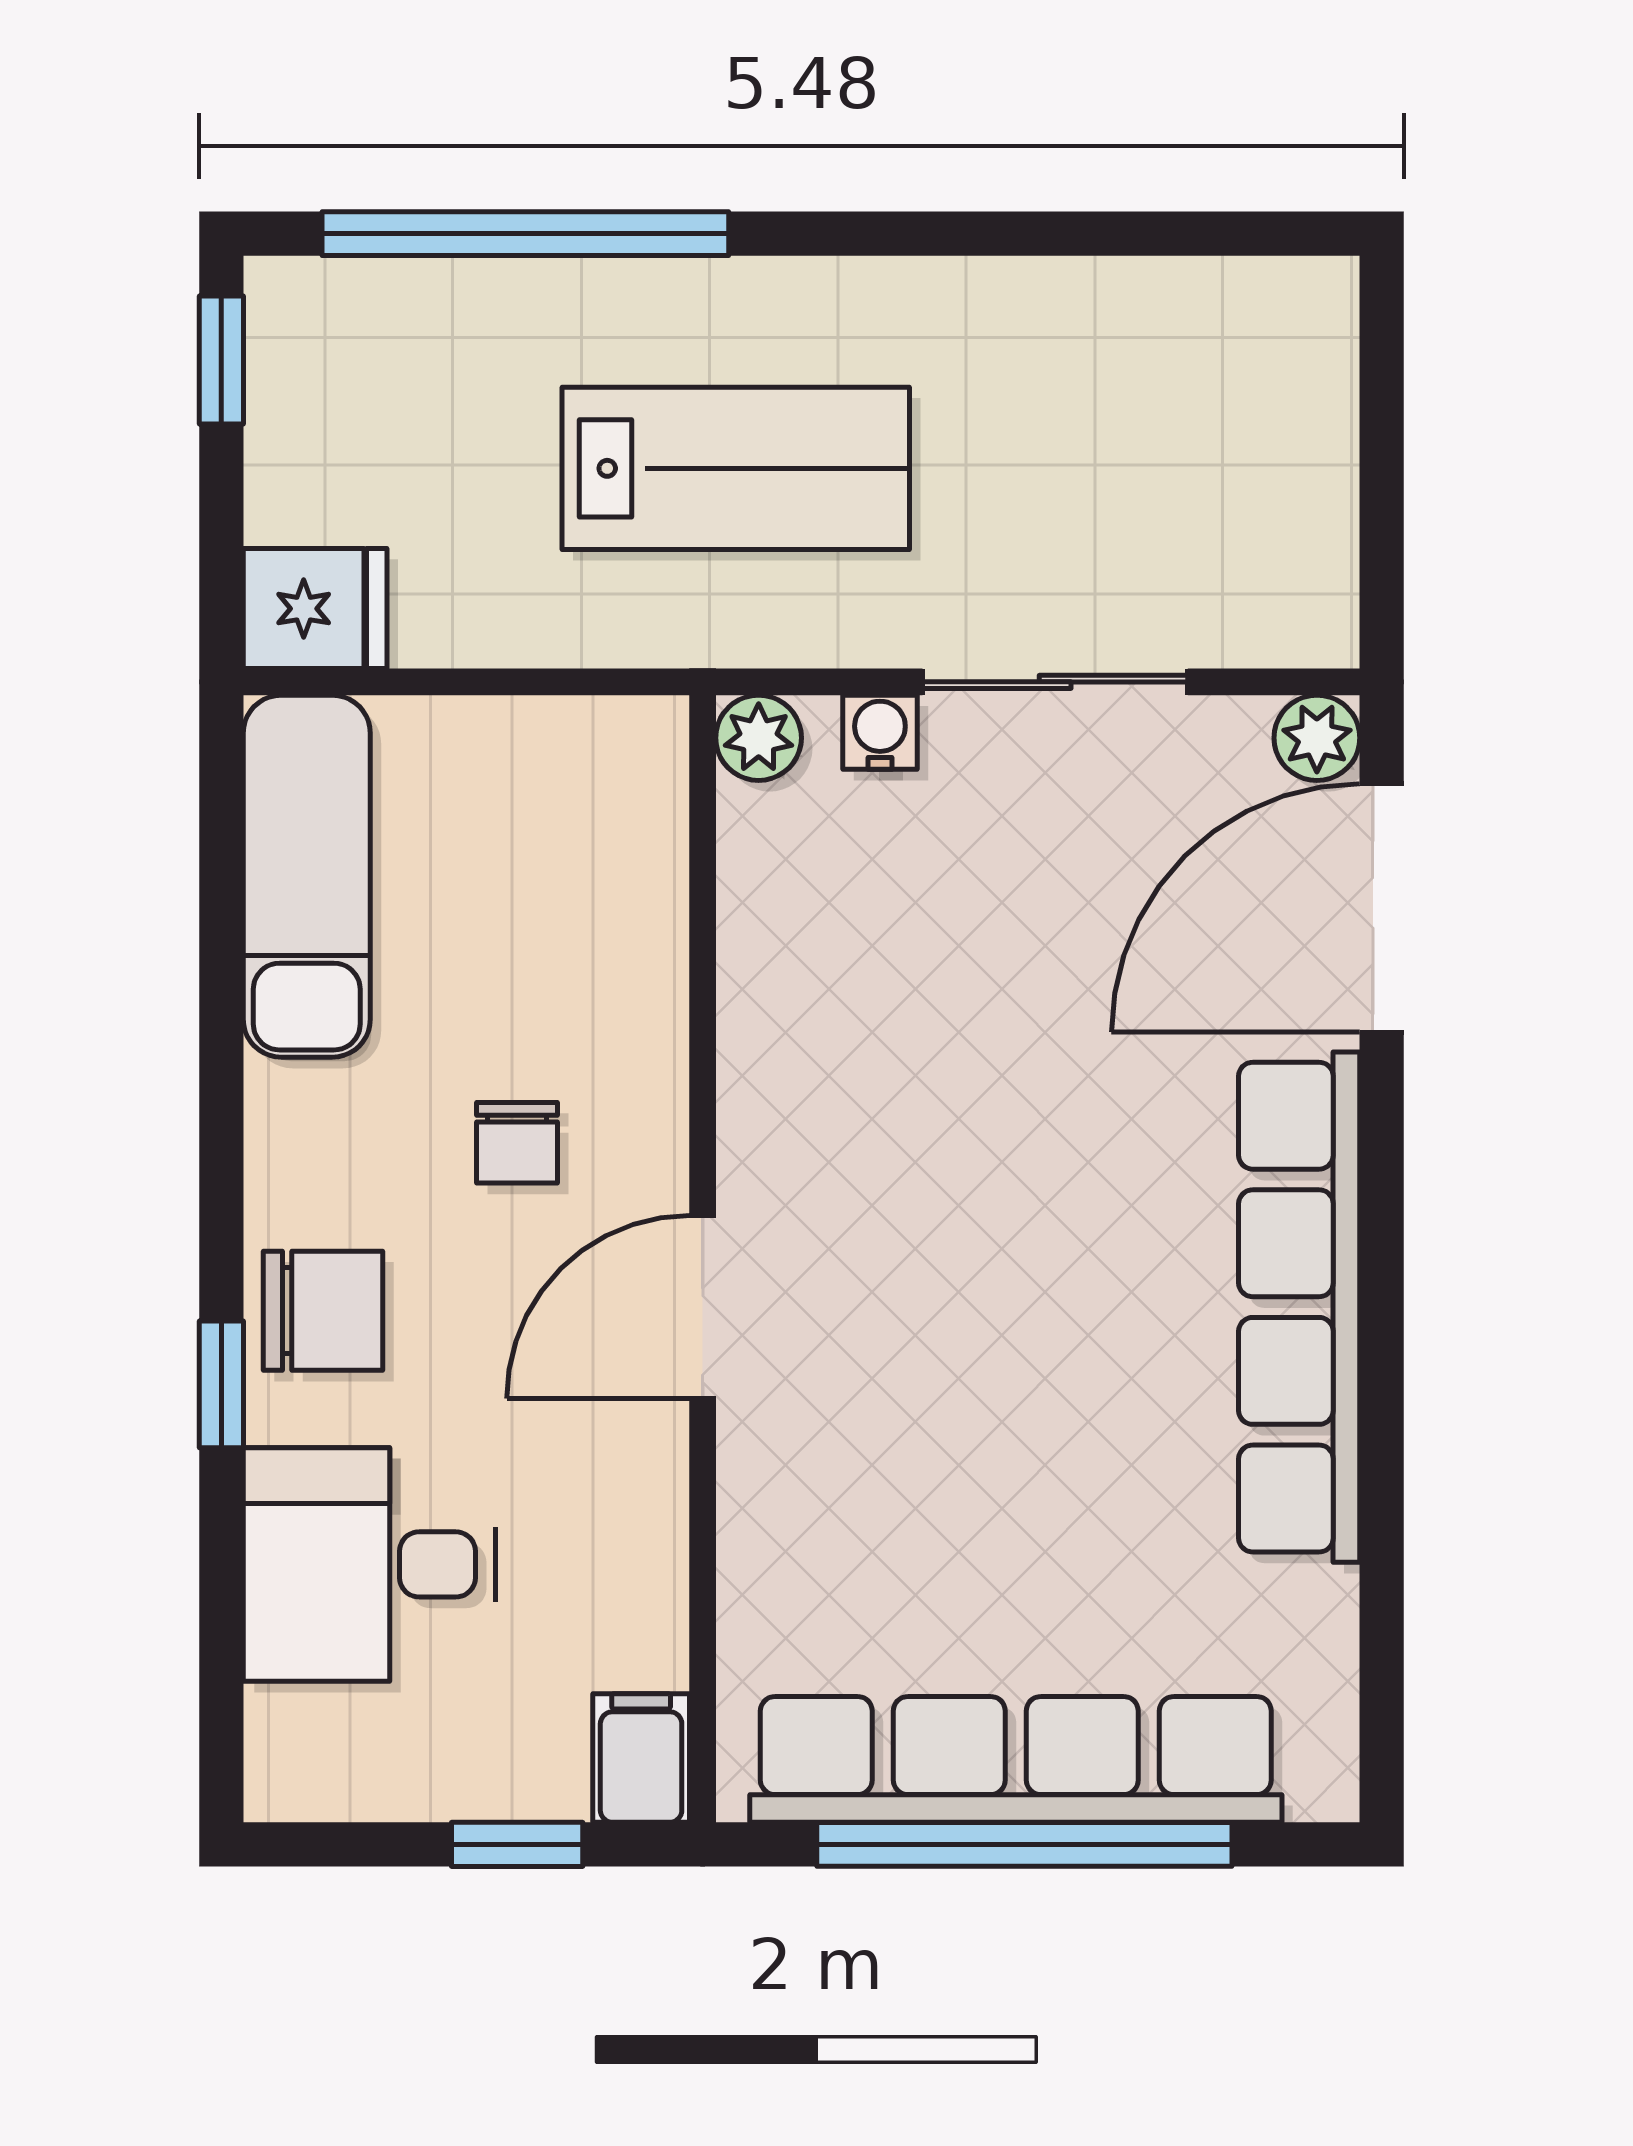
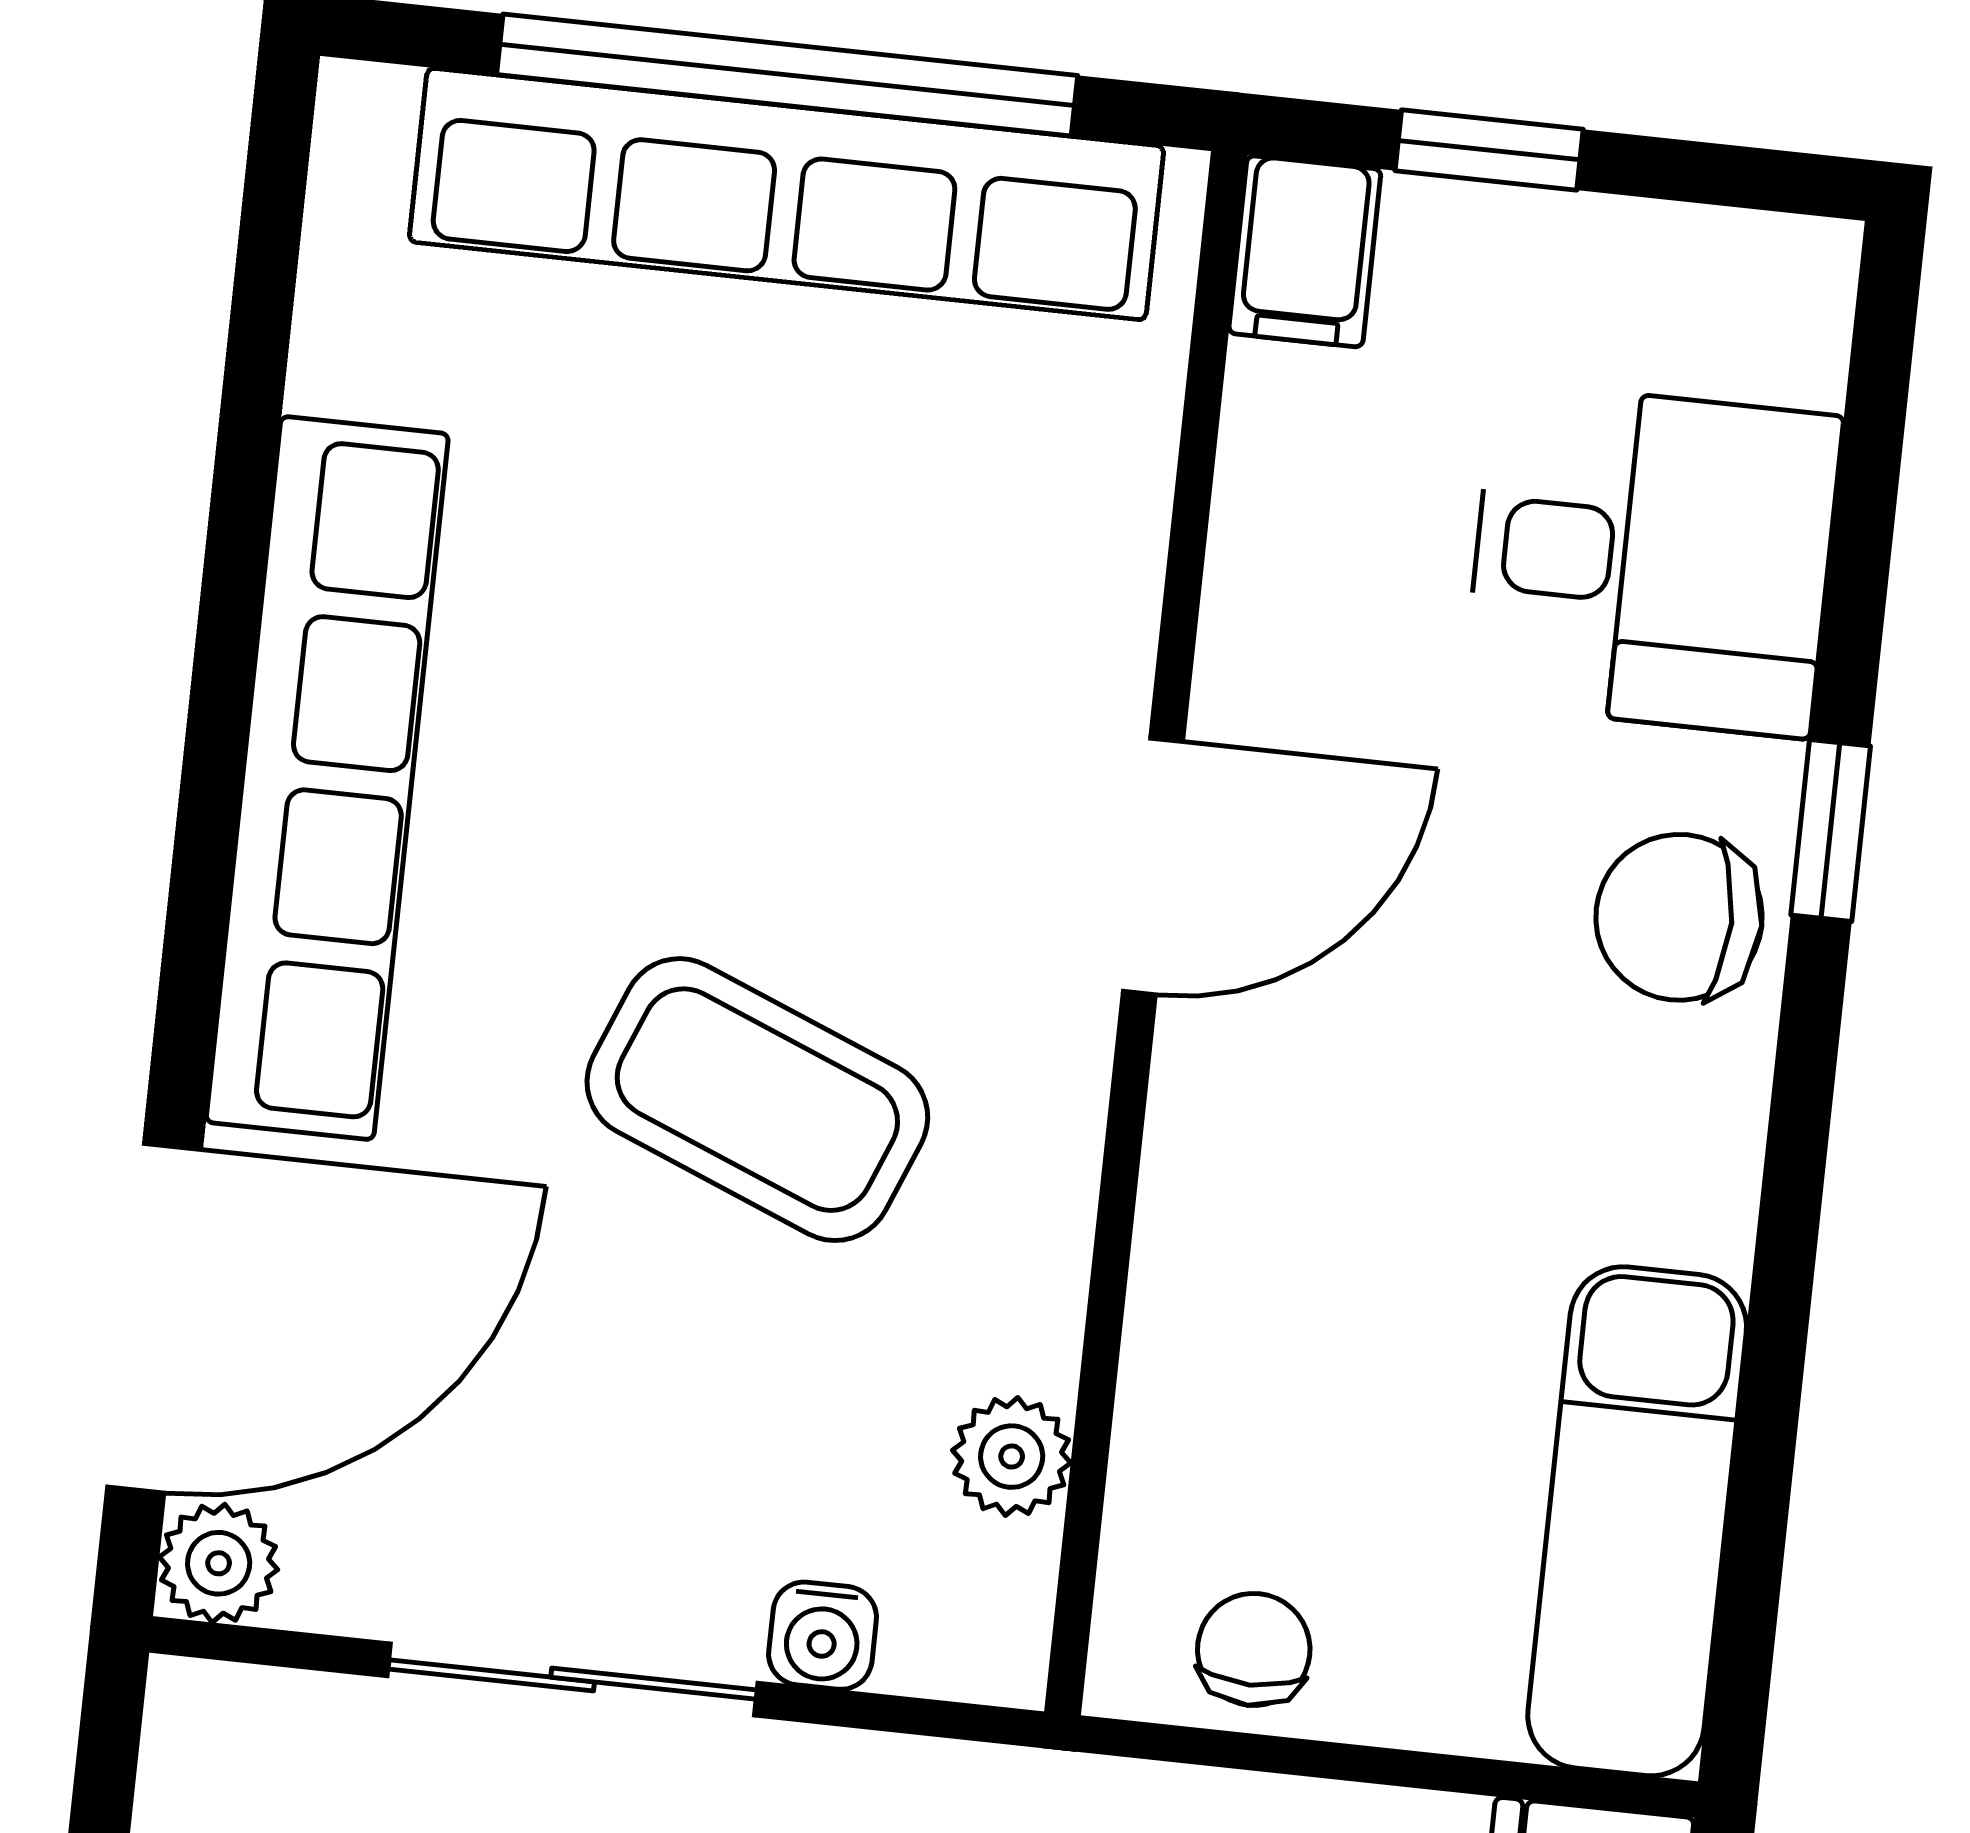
plant: (759, 738) -> (1012, 1457), moved
coffee table: (967, 1110) -> (757, 1100), added
chair: (517, 1143) -> (1254, 1649), moved

